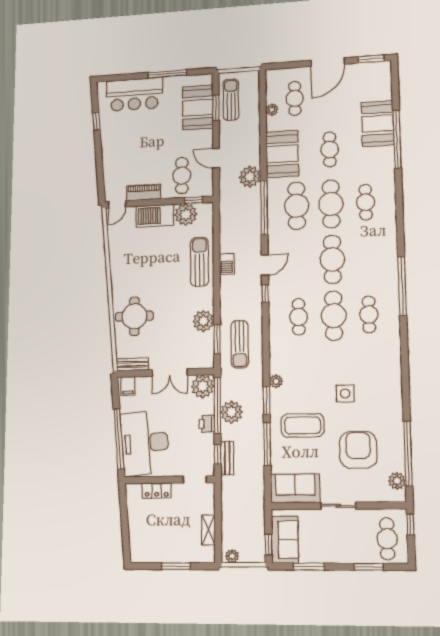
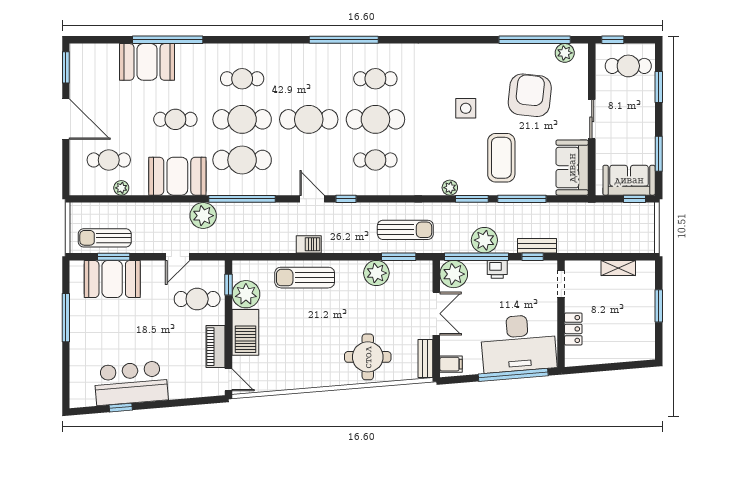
bar counter: (134, 94) -> (131, 383), moved, turned -95
armchair: (358, 450) -> (530, 95), turned 96
plant: (232, 556) -> (647, 241), removed

